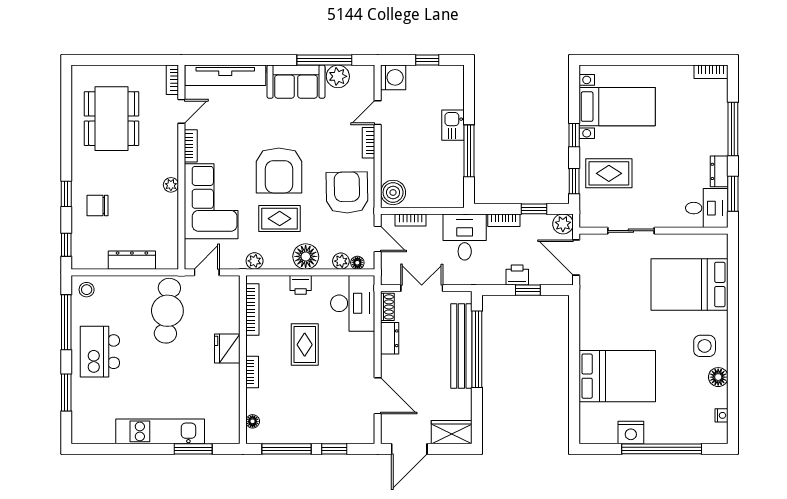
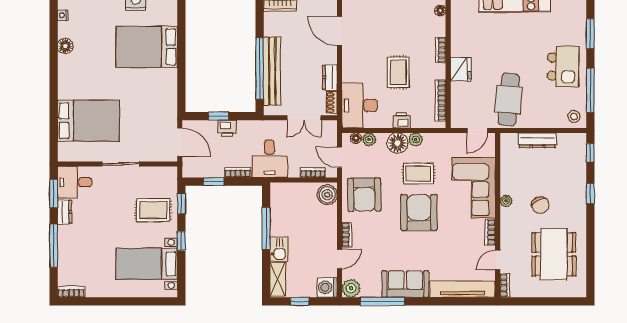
plant: (338, 76) -> (351, 288), moved
shelving: (455, 87) -> (278, 279), added
chair: (97, 206) -> (540, 205), moved, turned 64
plant: (563, 224) -> (190, 169), removed
sliding door: (631, 231) -> (121, 164), moved
plant: (255, 261) -> (416, 140), moved
side table: (705, 346) -> (76, 71), removed

